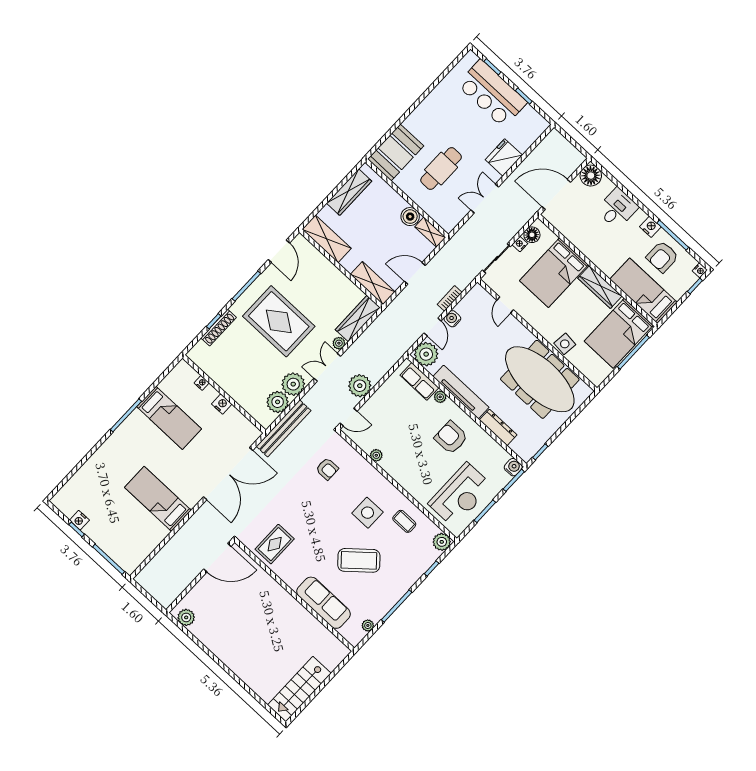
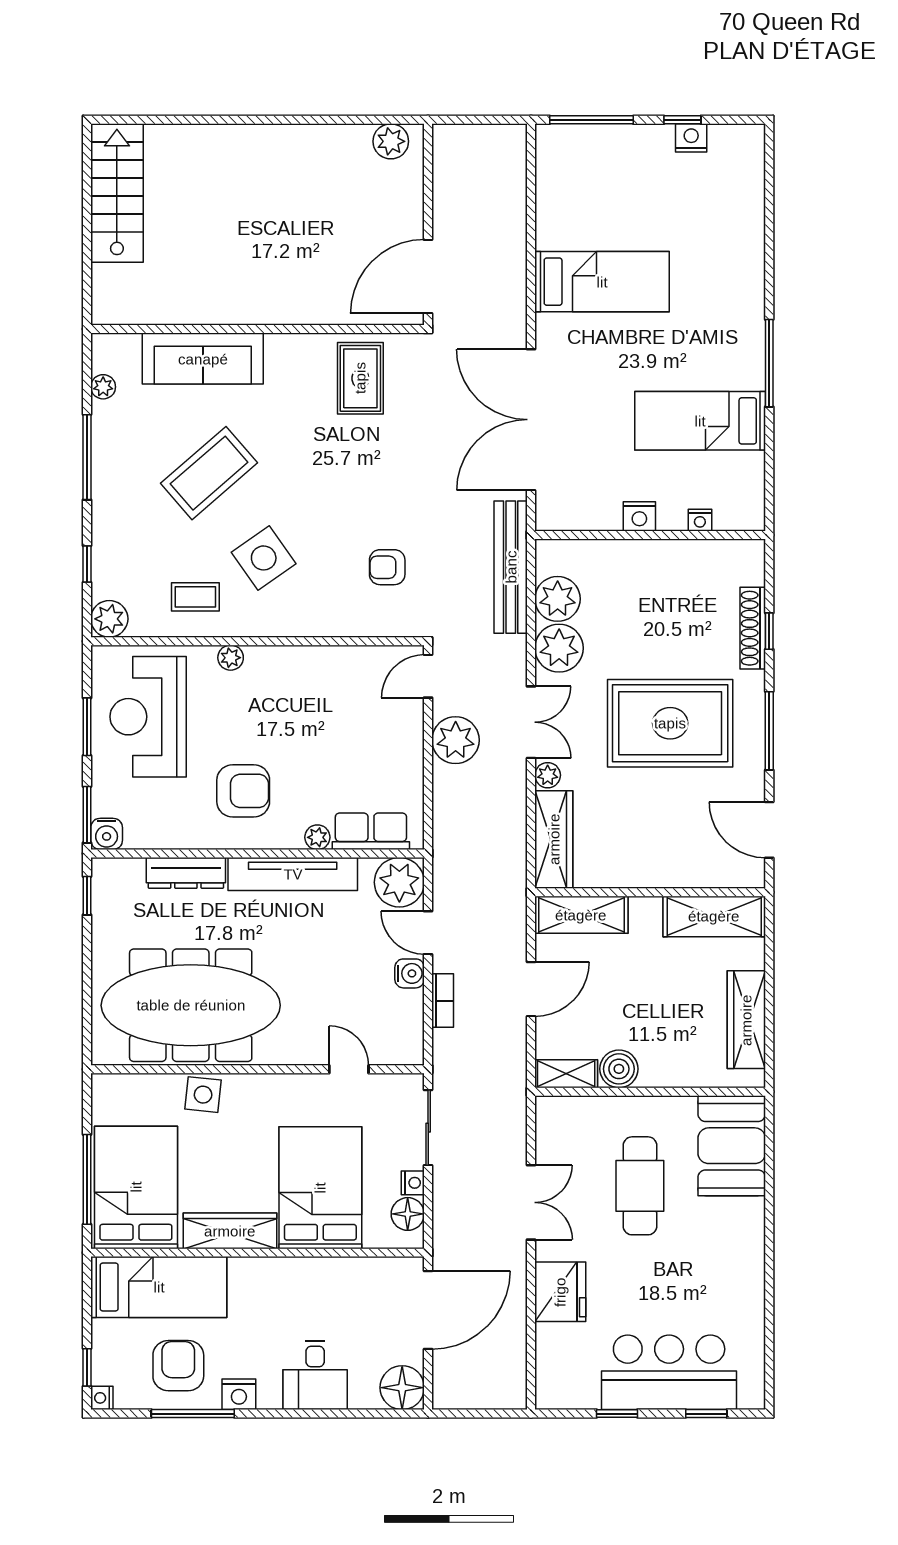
plant: (376, 455) -> (231, 658), moved
side table: (368, 513) -> (264, 558), turned -35

